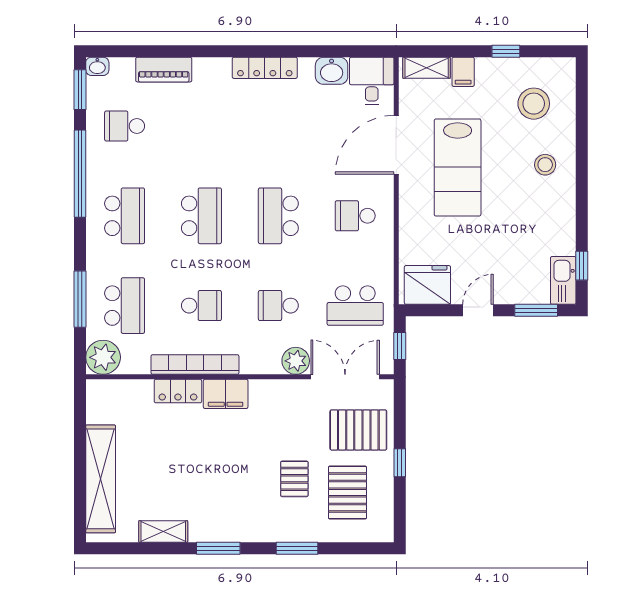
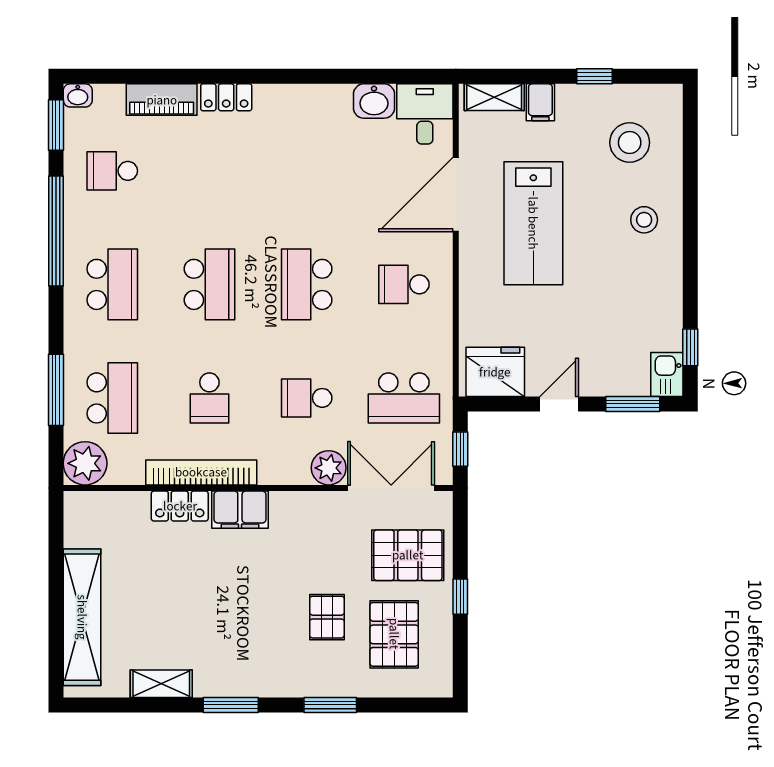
locker: (265, 68) -> (226, 97), moved, width x0.66
kitchen sink: (563, 280) -> (667, 374), width x0.73
school desk: (201, 306) -> (209, 398), turned 90

